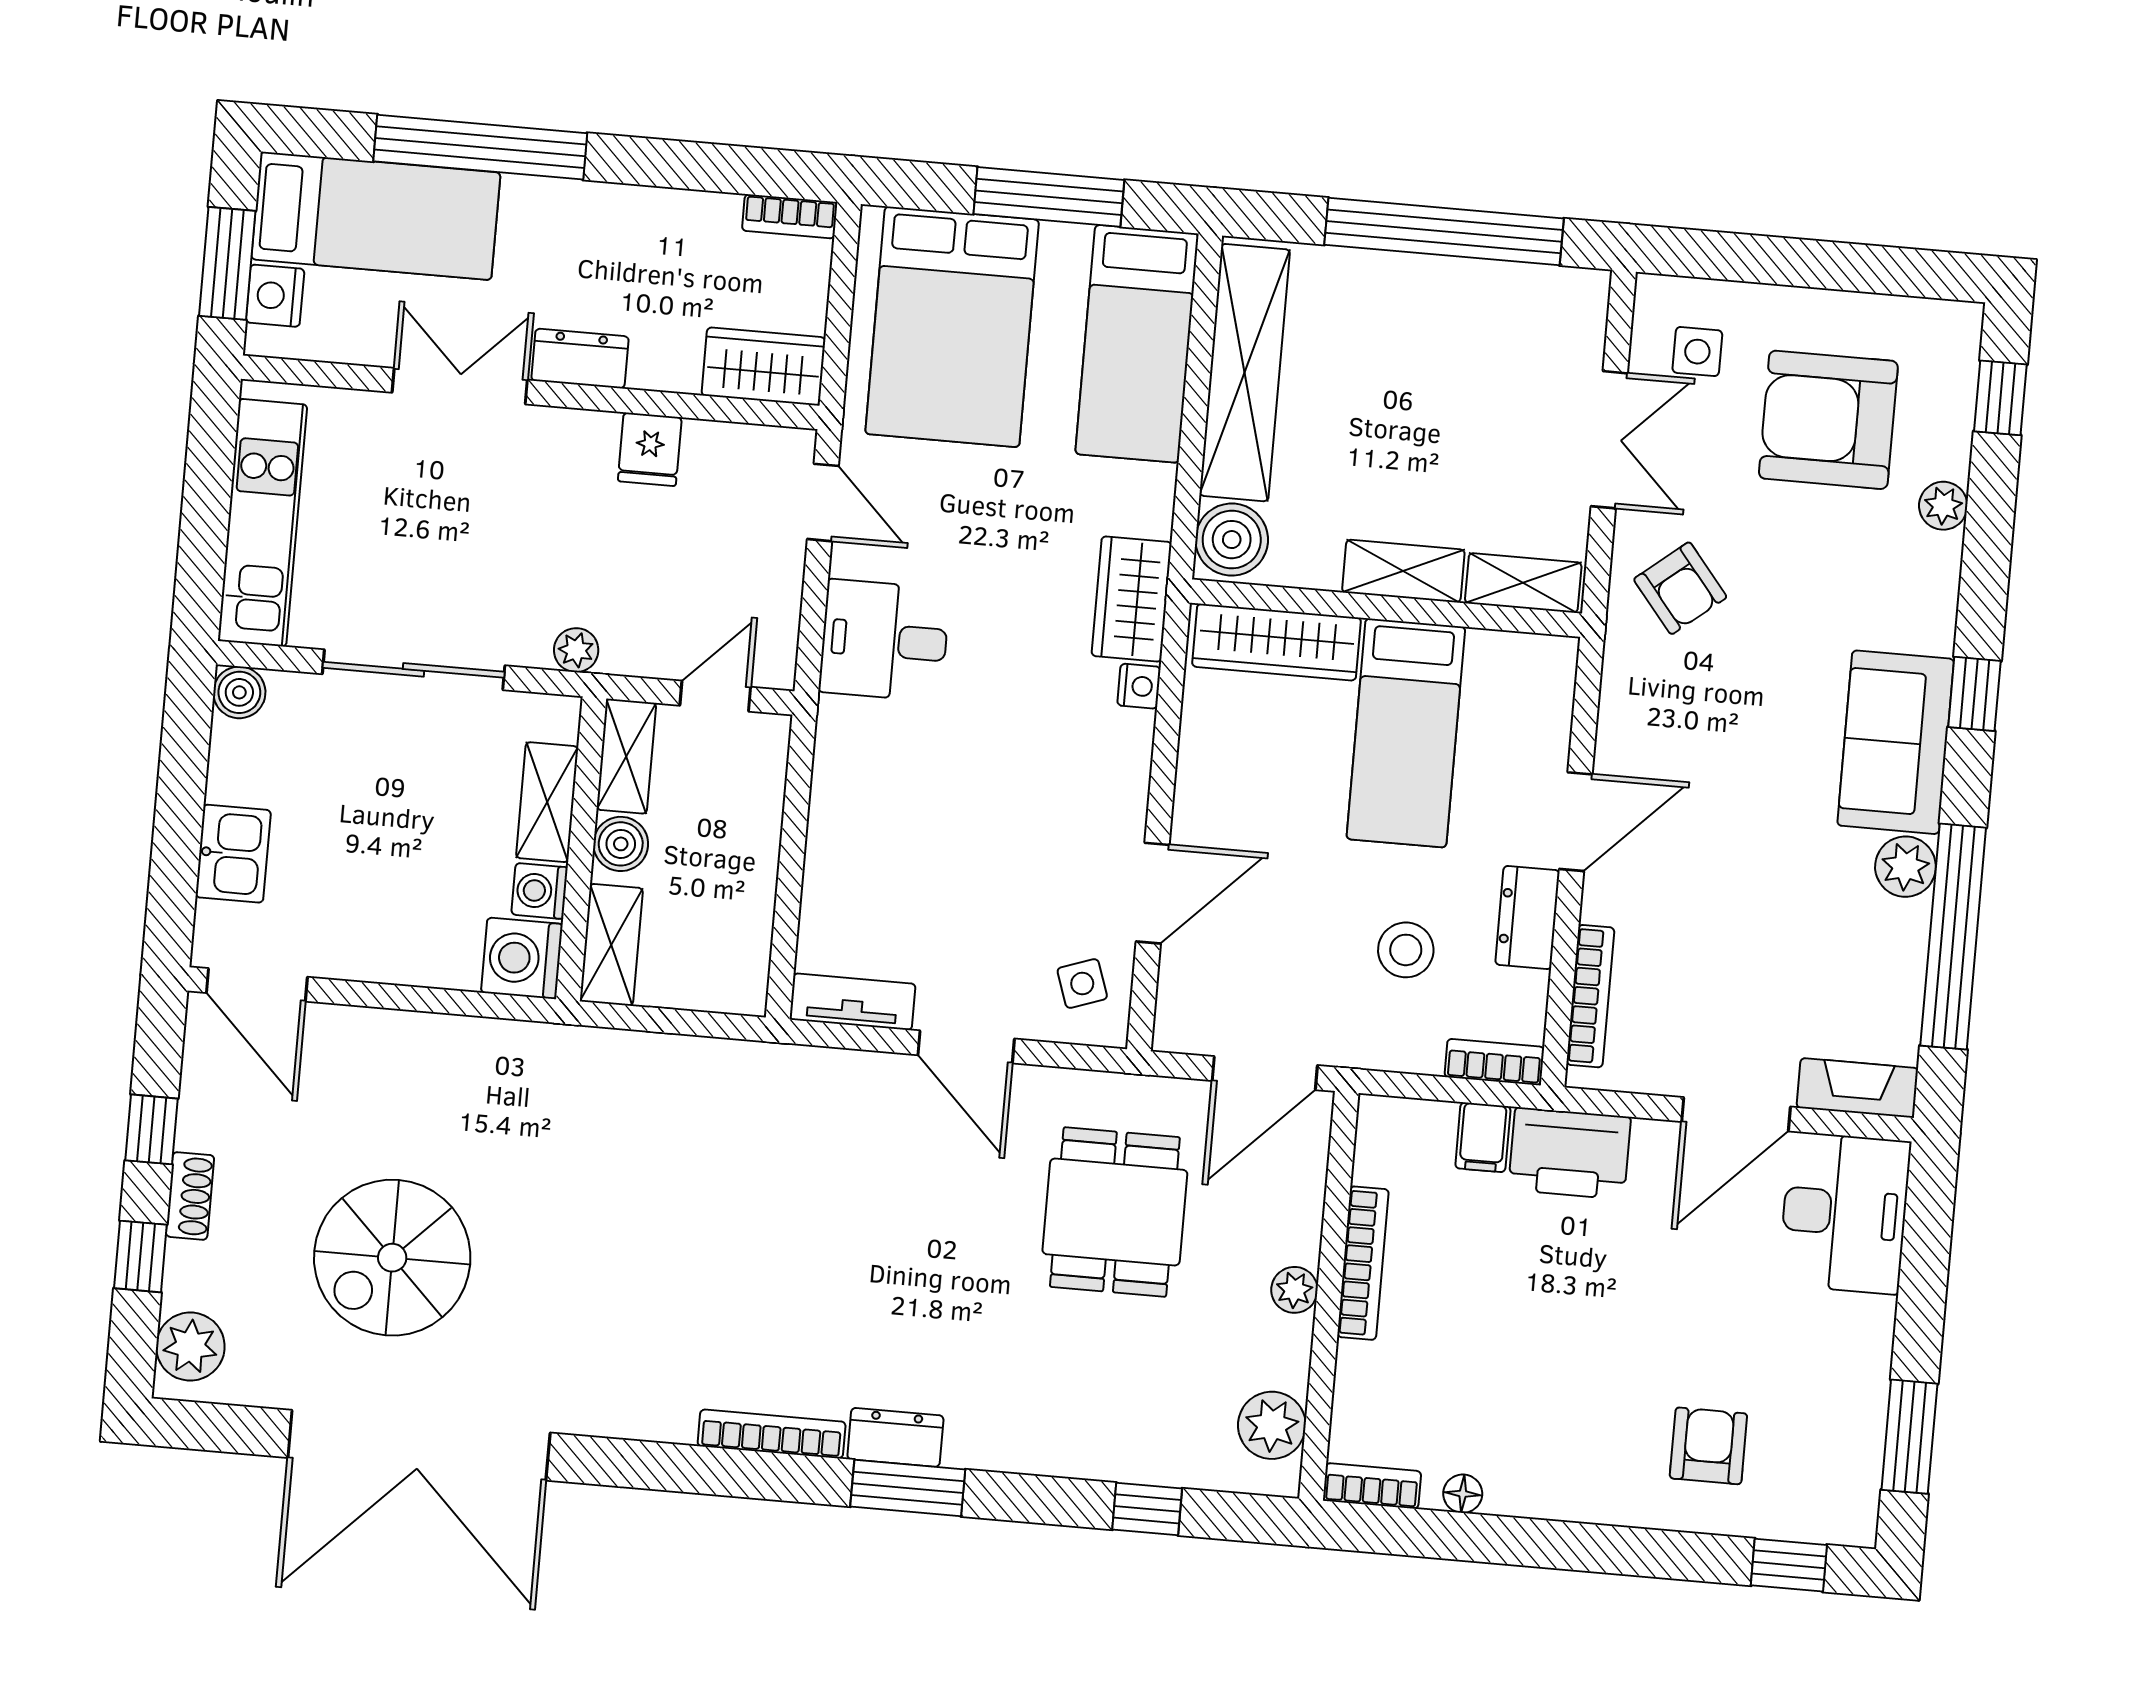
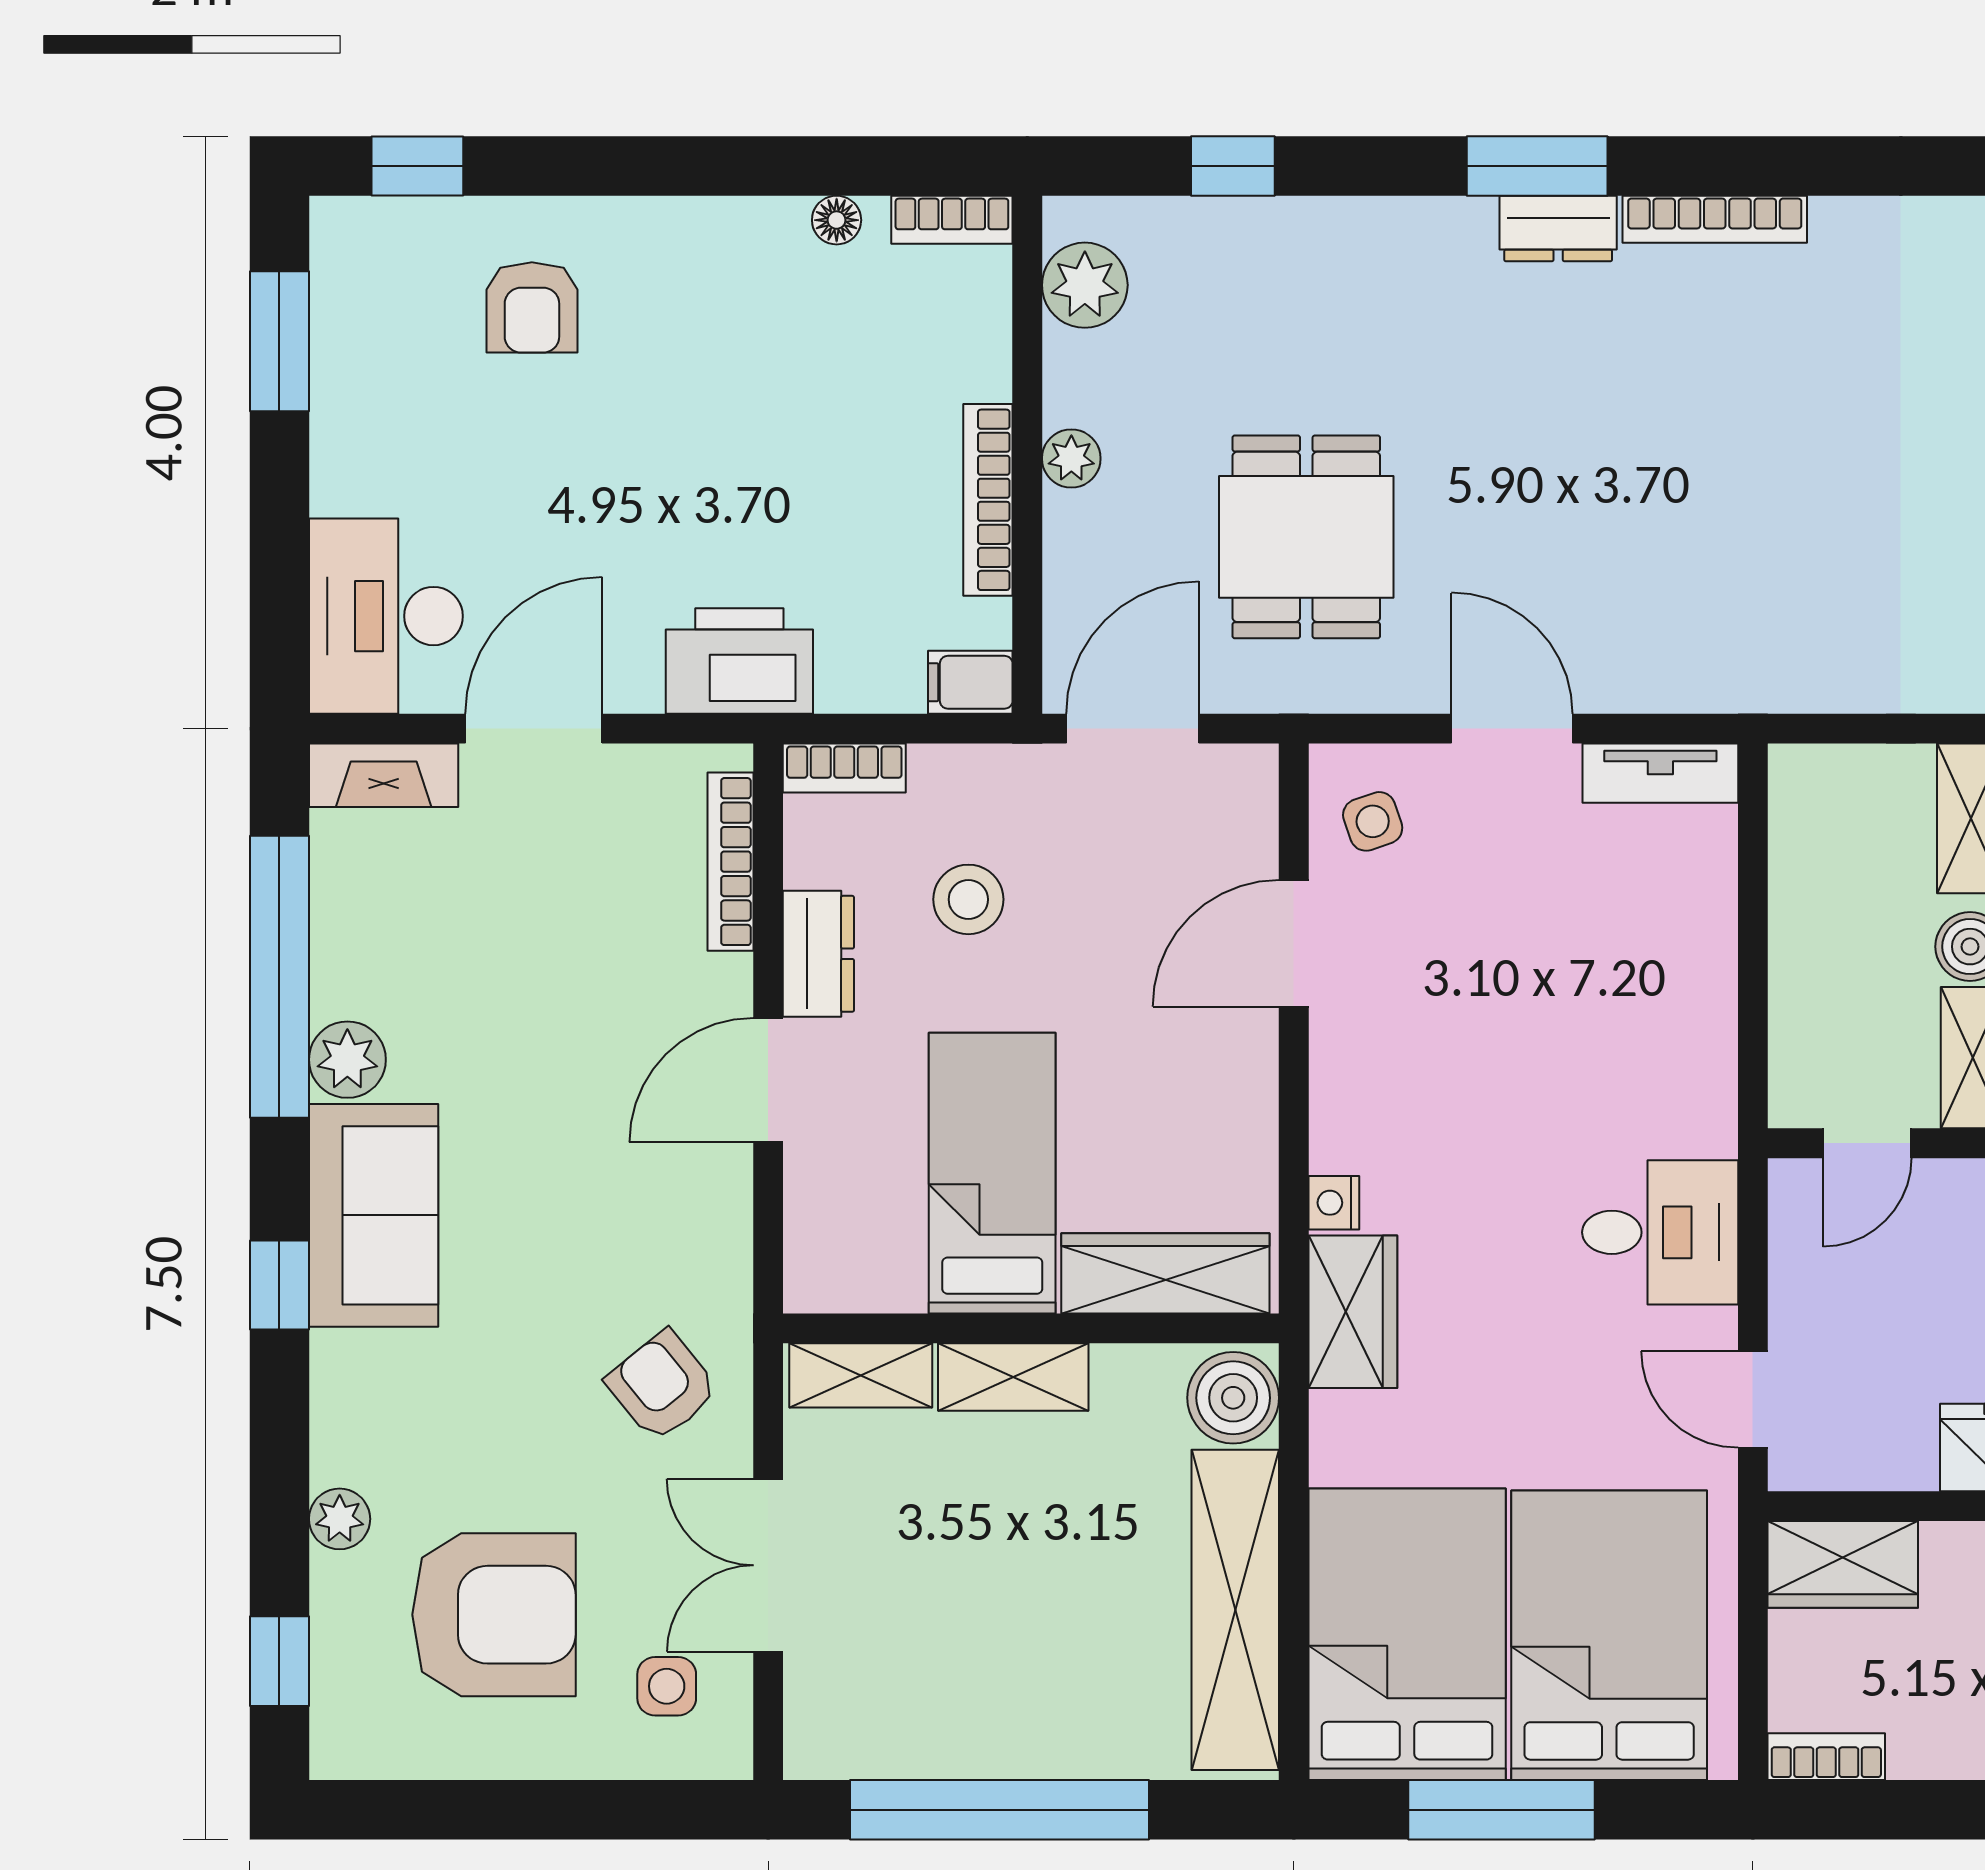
bed: (1137, 344) -> (1407, 1634), width x1.50
filing cabinet: (1483, 1137) -> (970, 682), moved, turned -90

